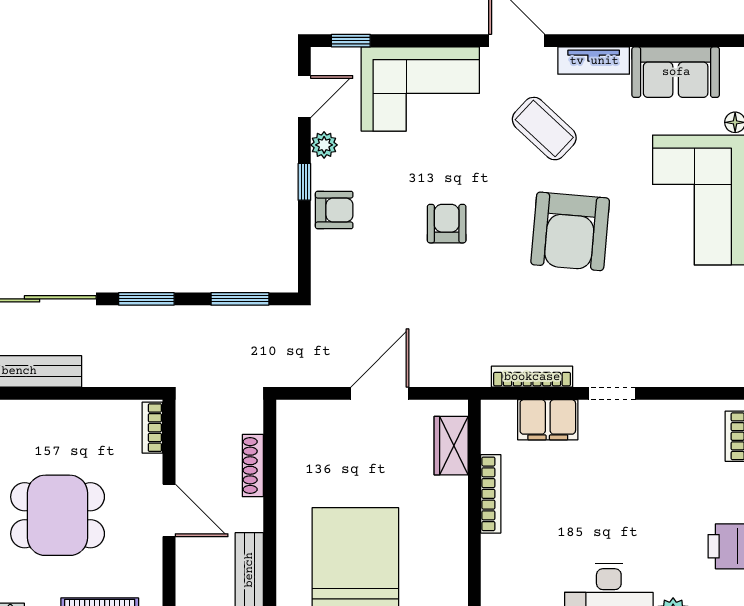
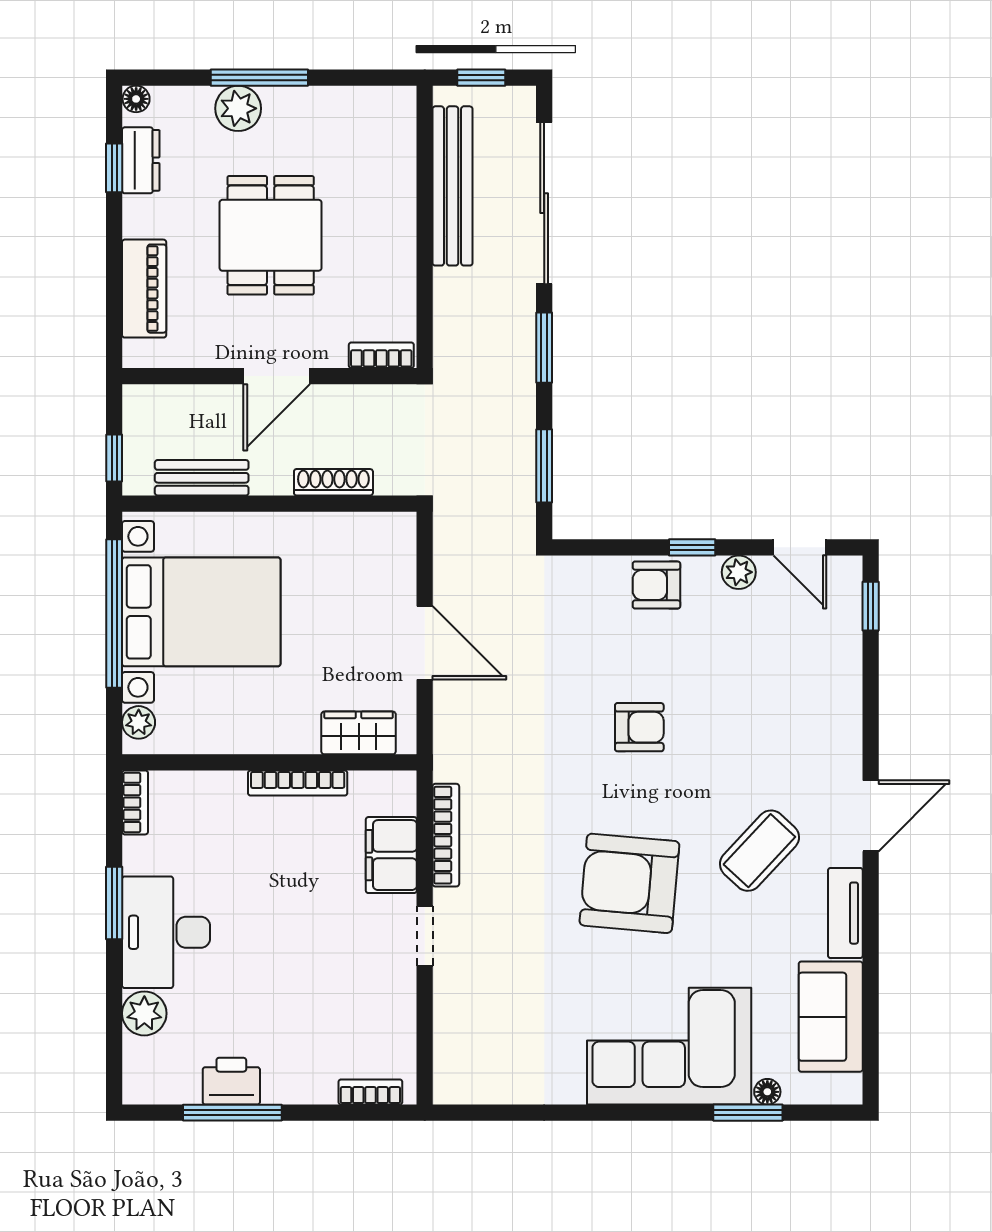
corner sofa: (420, 89) -> (809, 694), removed
armchair: (334, 210) -> (656, 585), turned 90

